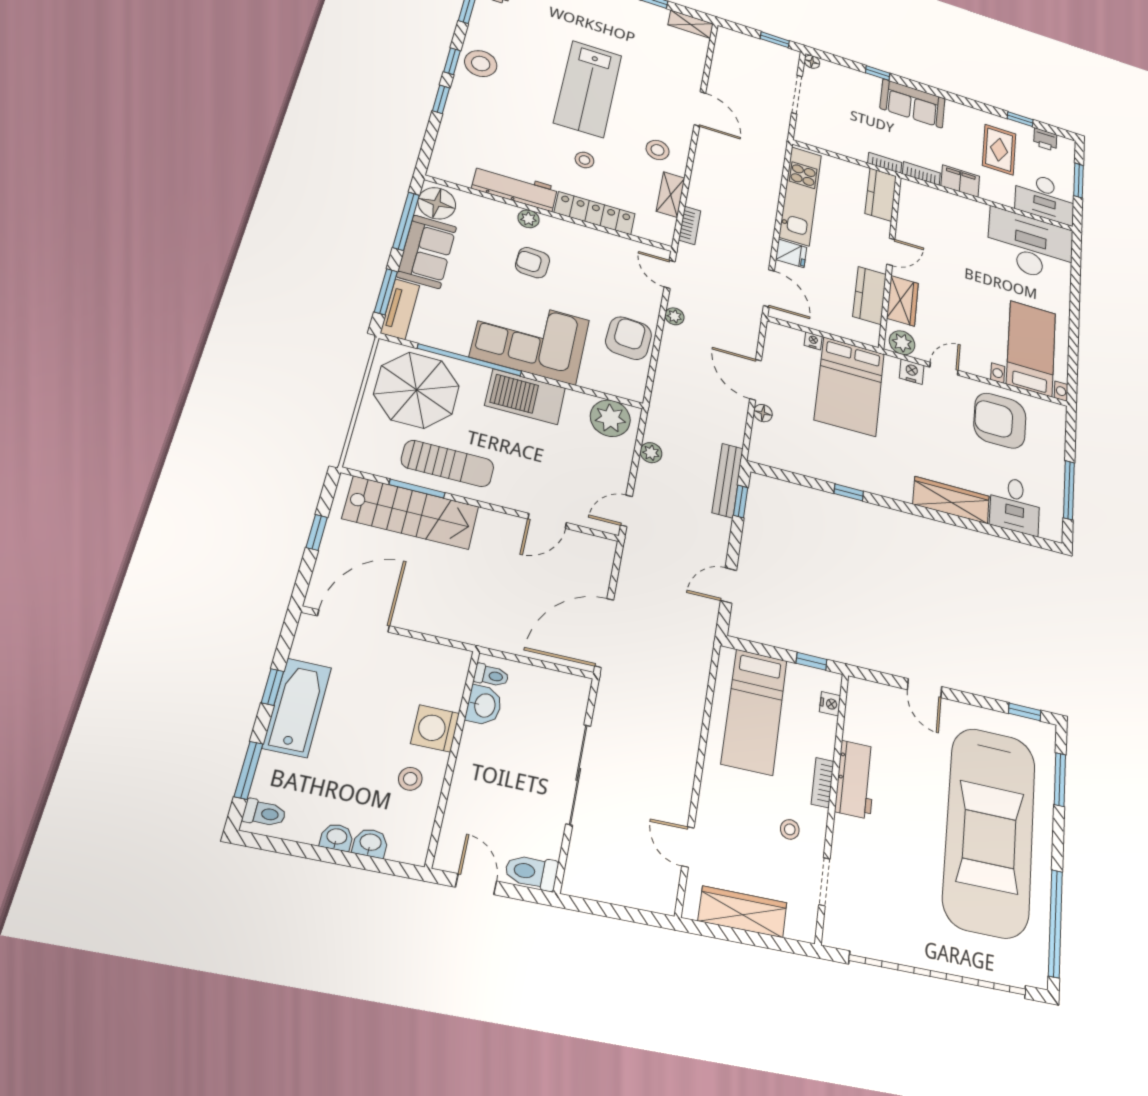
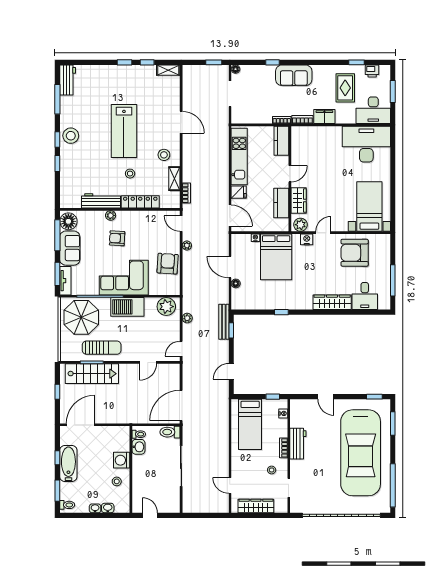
toilet: (531, 872) -> (170, 432), moved

